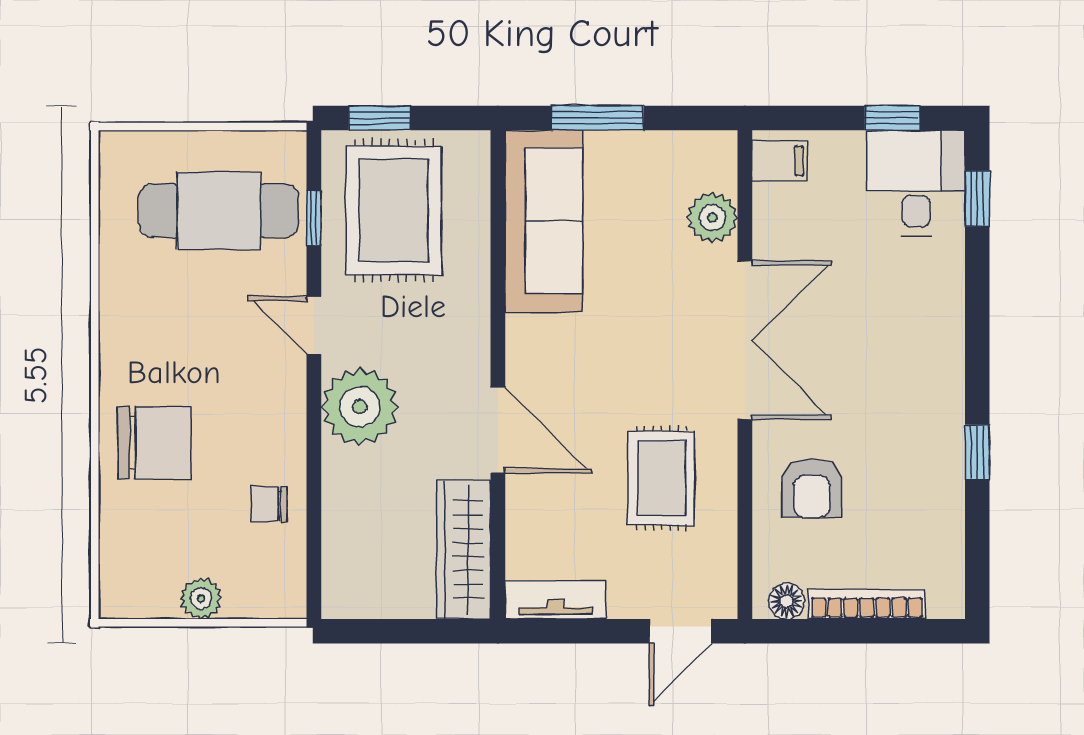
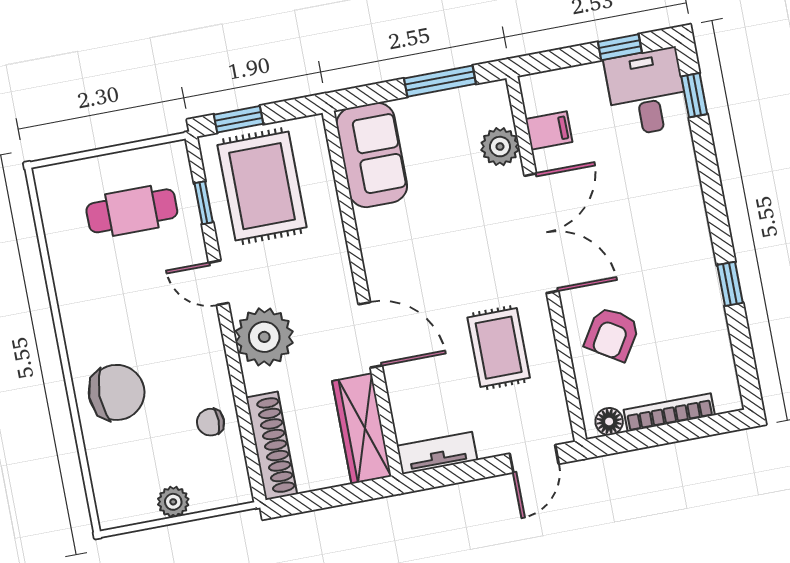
window: (597, 118) -> (440, 81), moved
filing cabinet: (780, 161) -> (549, 130), moved
cafe table: (219, 211) -> (132, 211), width x0.73, depth x0.74
sofa: (544, 221) -> (372, 155), width x0.73
armchair: (812, 488) -> (612, 334), turned 32
shoe rack: (342, 550) -> (272, 446), added

